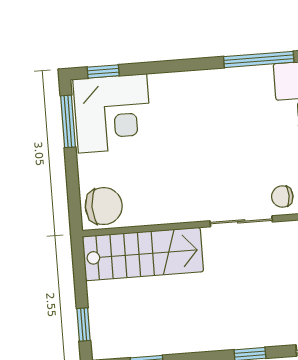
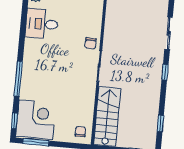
window: (259, 59) -> (18, 79), moved
chair: (104, 206) -> (80, 132), width x0.54, depth x0.54

